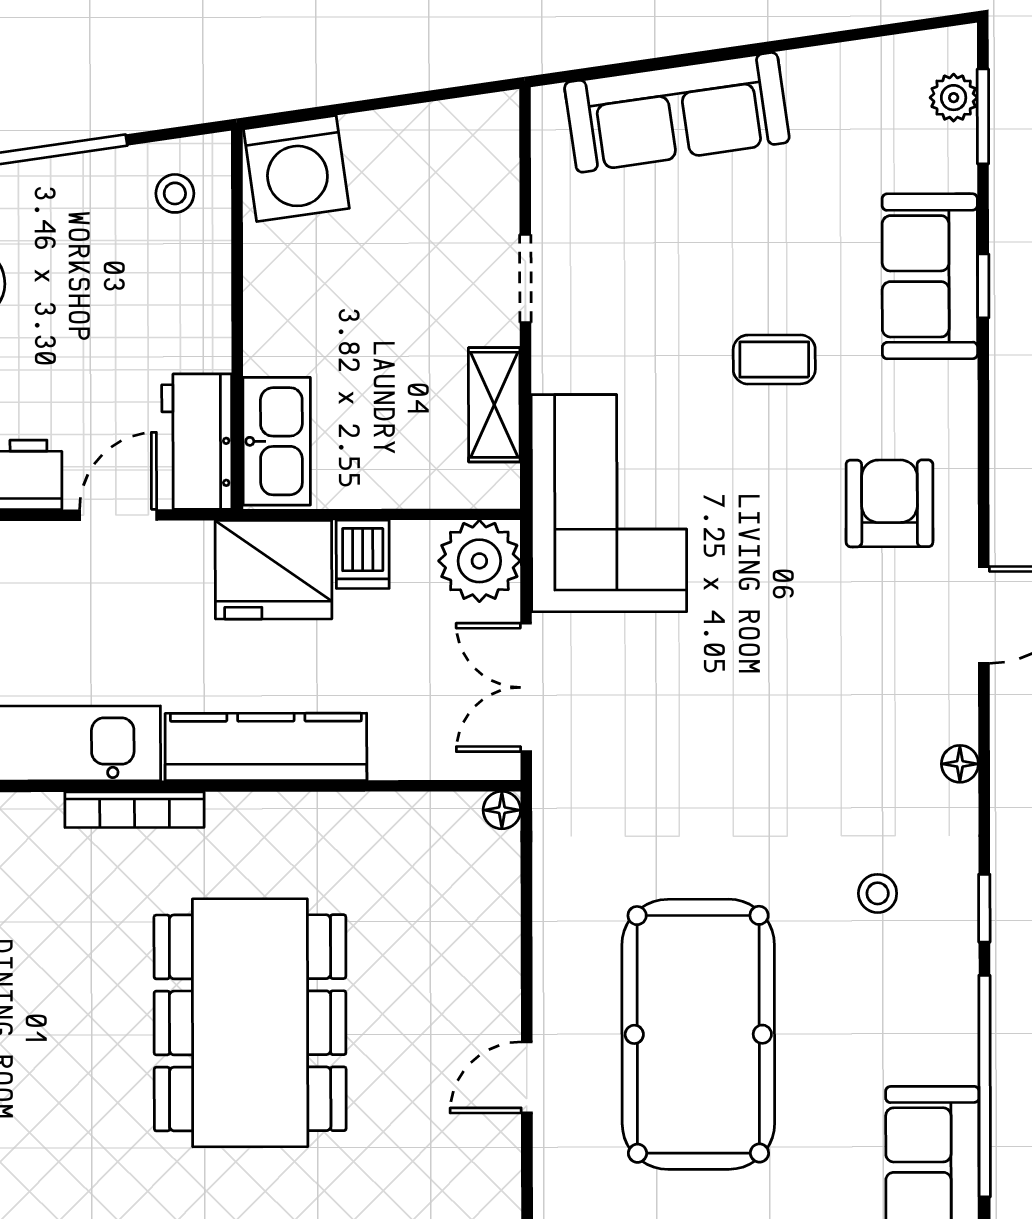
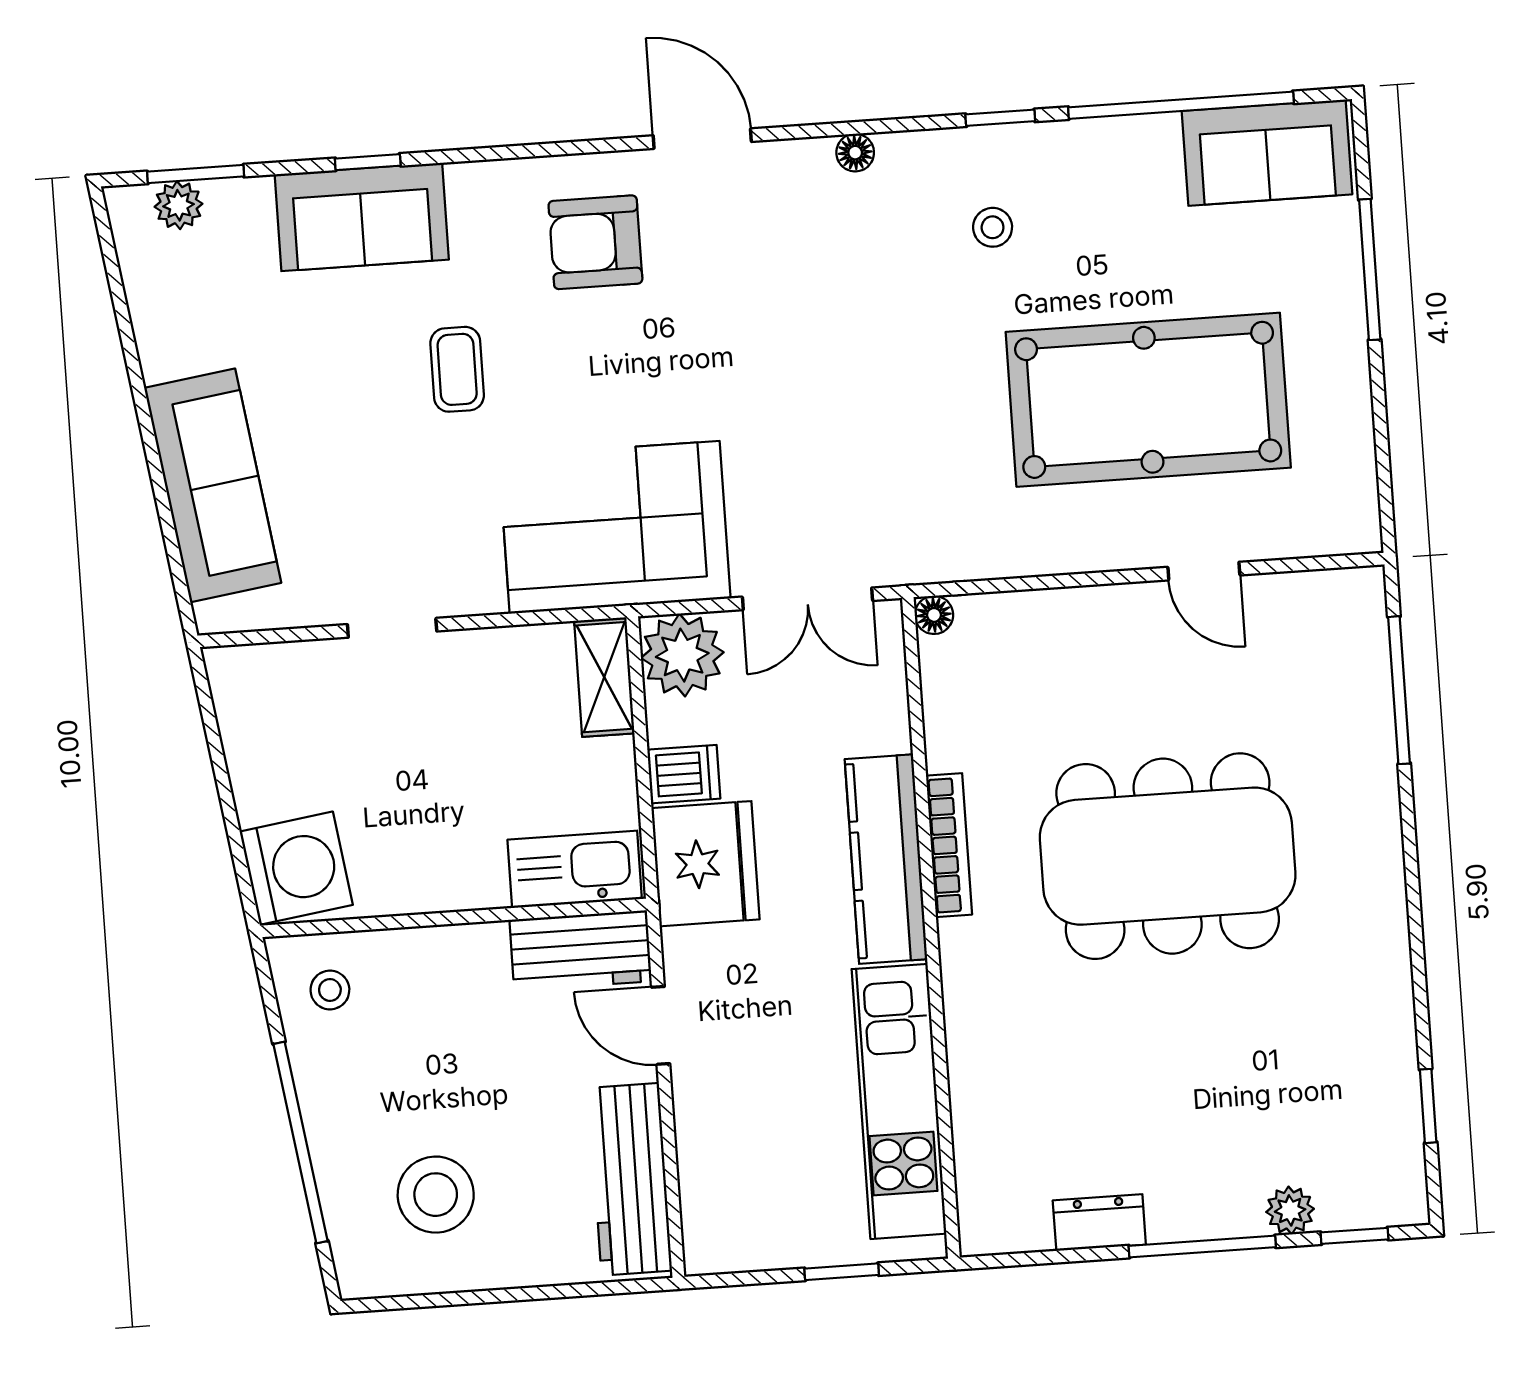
shelving: (494, 405) -> (604, 677), moved, turned 90
bookcase: (135, 810) -> (949, 845), moved

